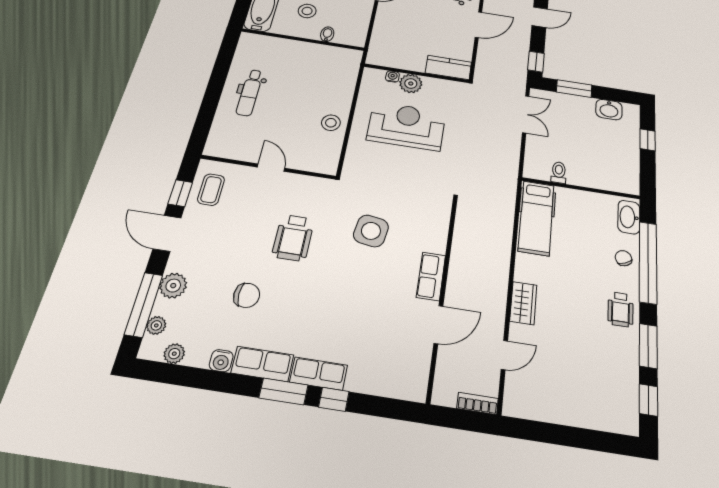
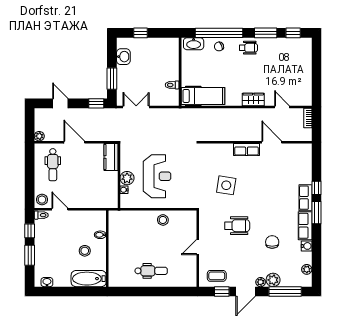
reception desk: (406, 126) -> (157, 176), turned 180
plant: (156, 325) -> (261, 282), moved

